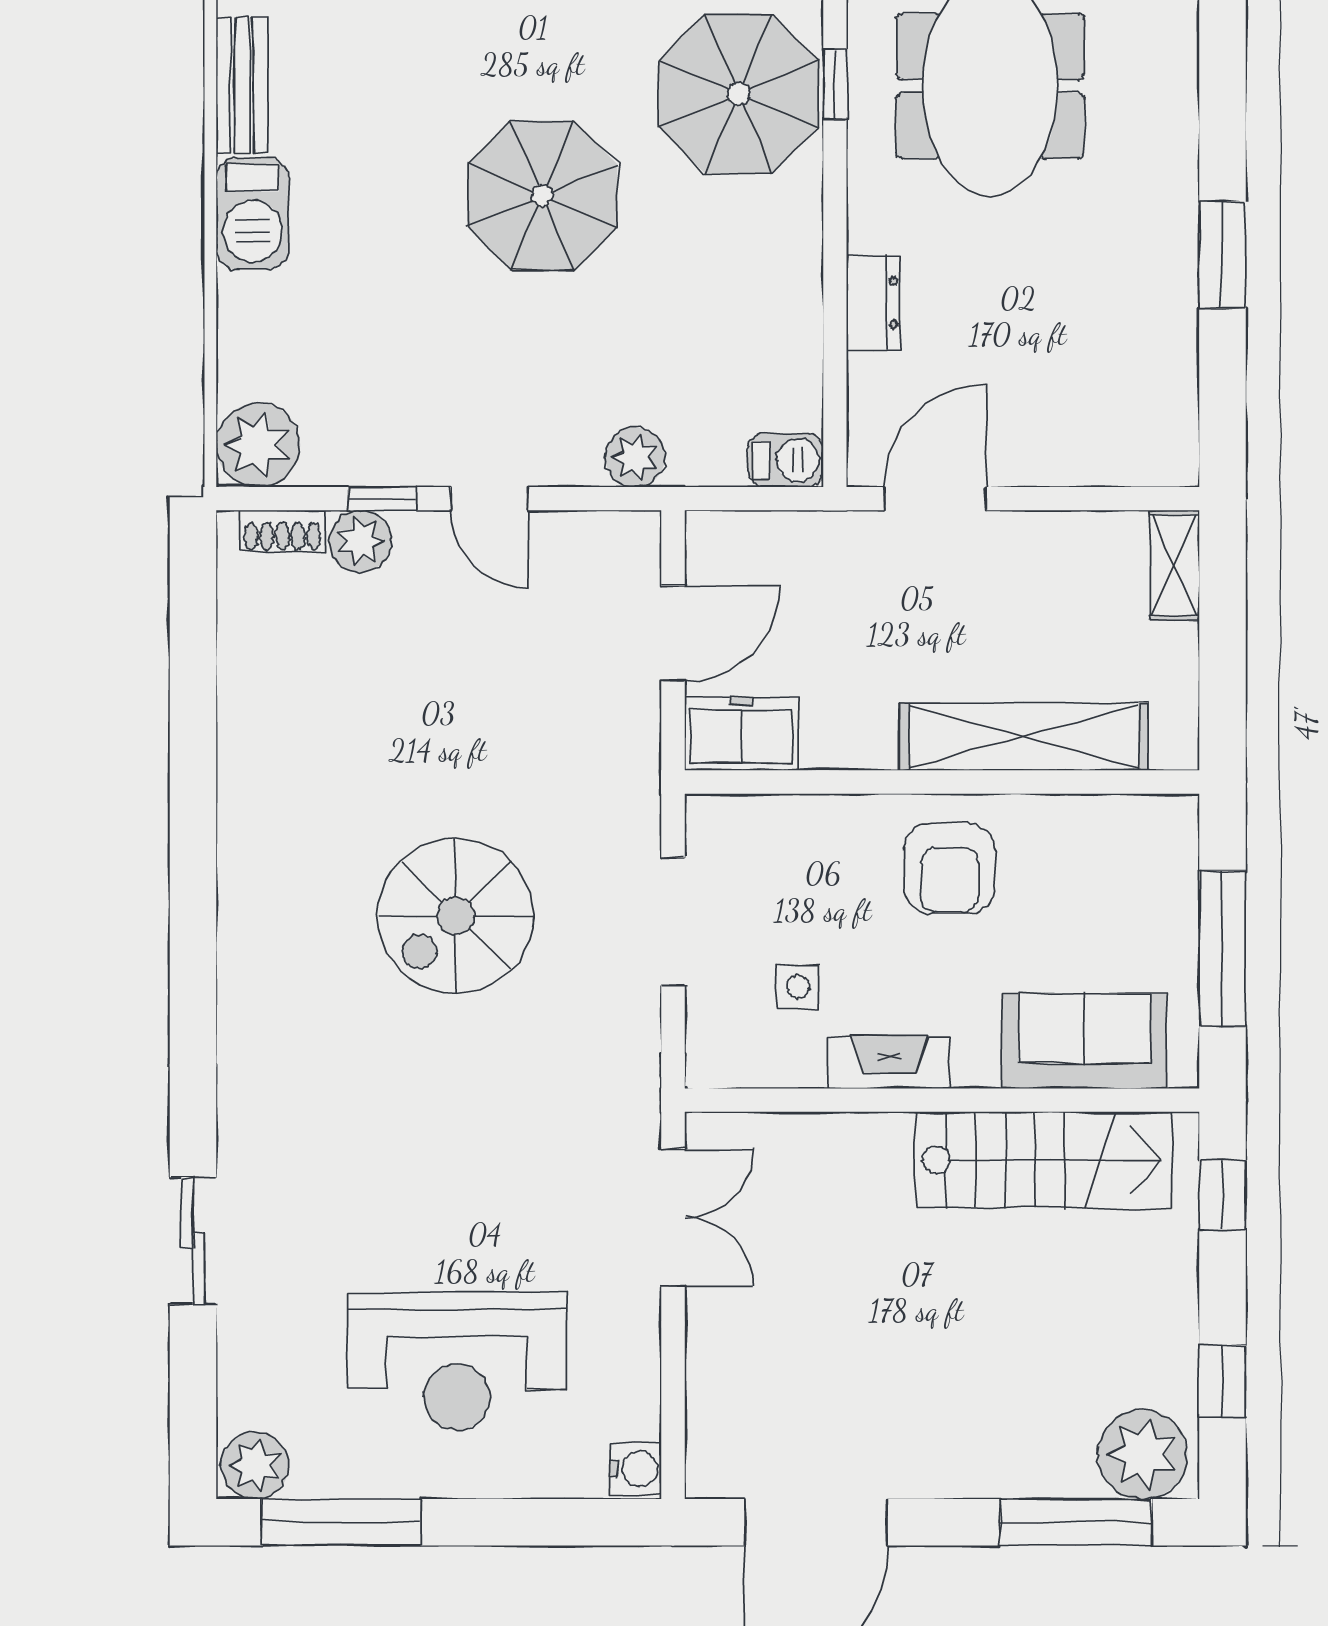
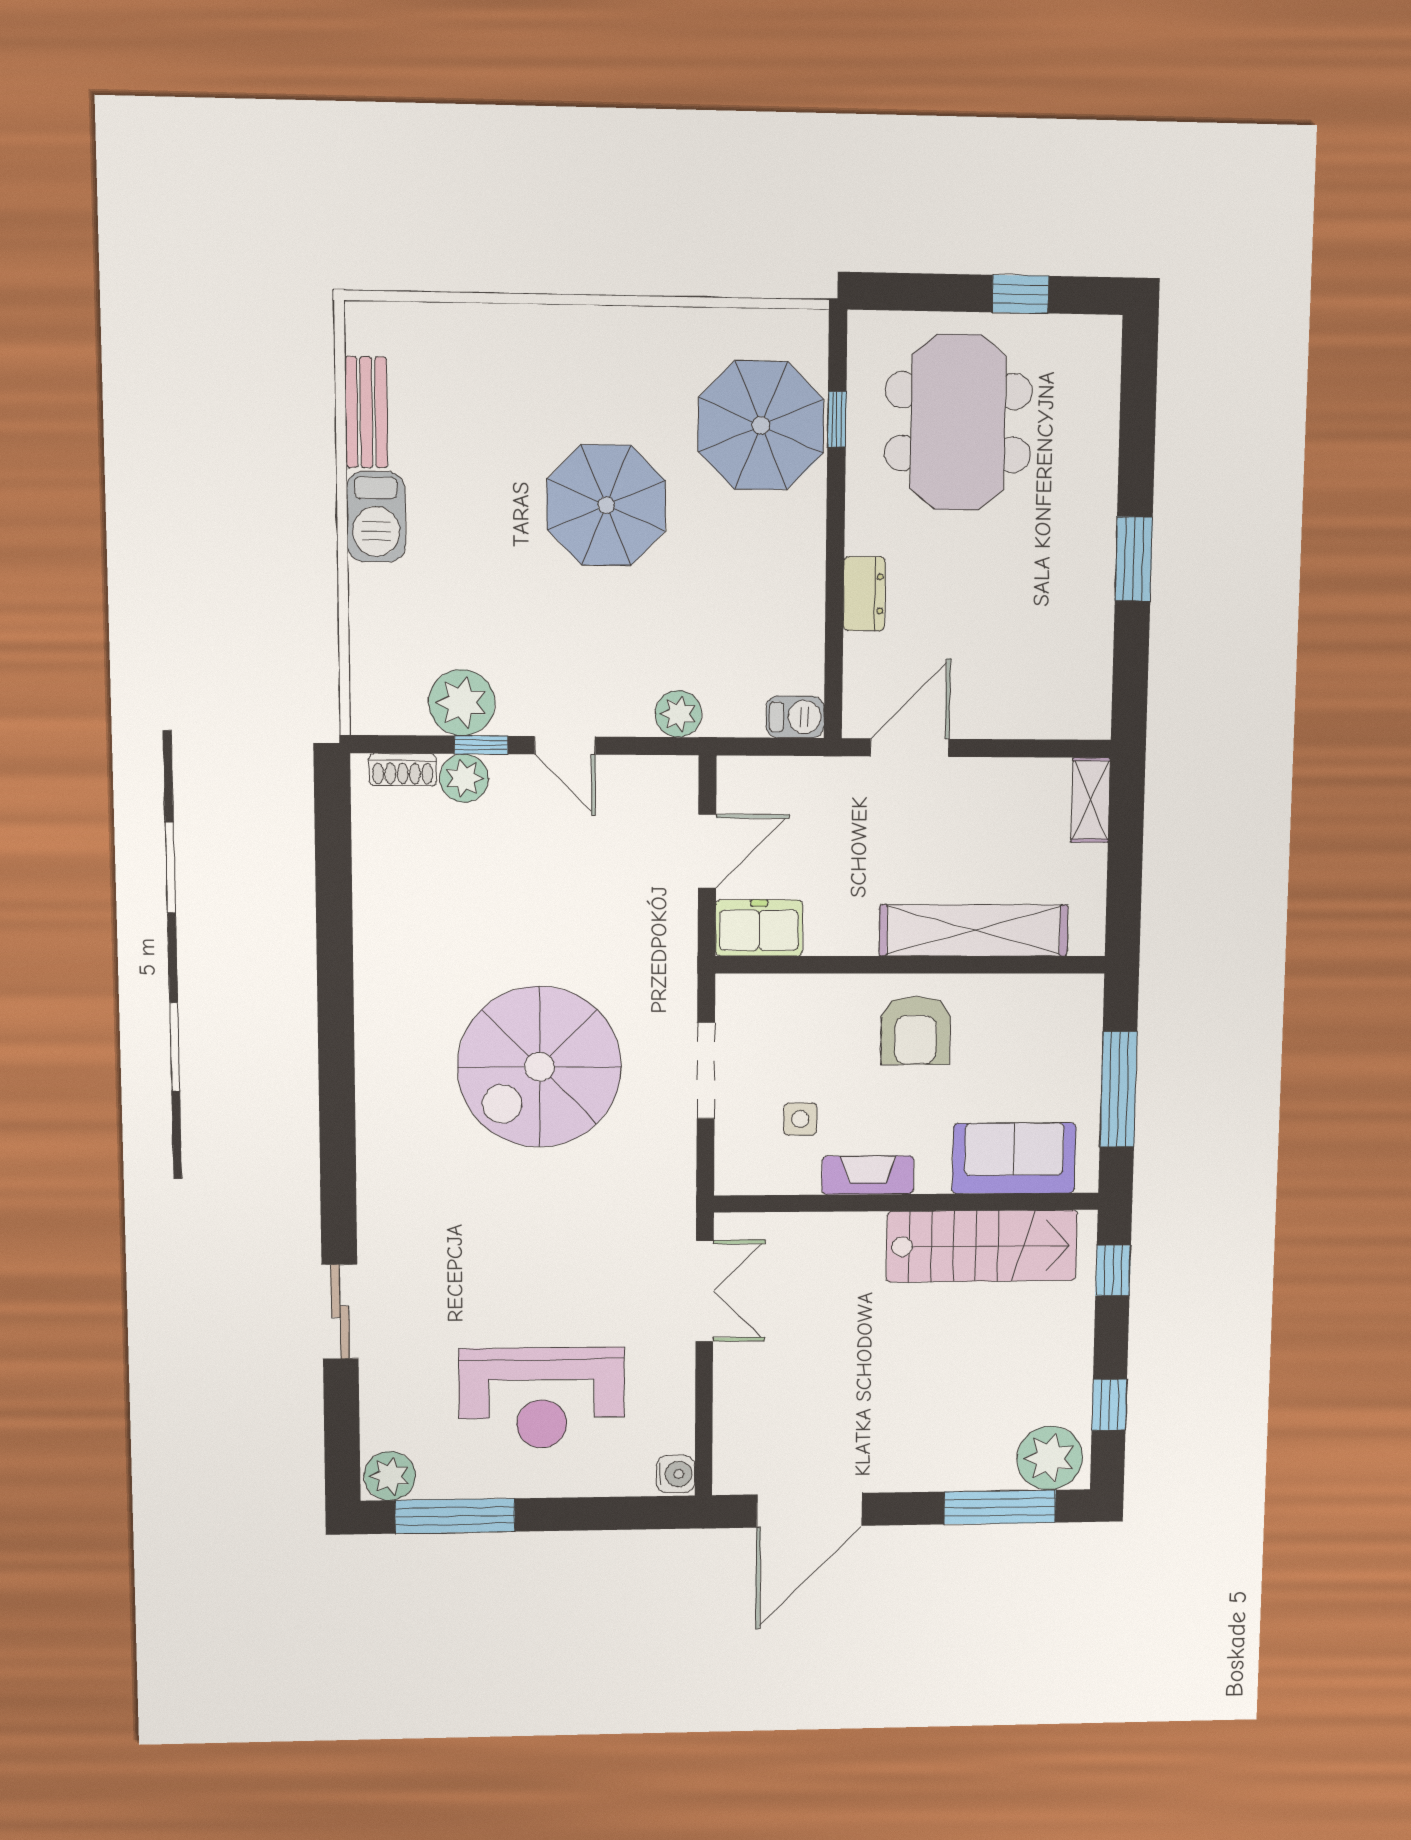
plant: (258, 445) -> (462, 703), moved
spiral stairs: (455, 916) -> (539, 1067), width x1.37, depth x1.37

